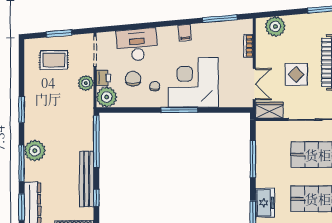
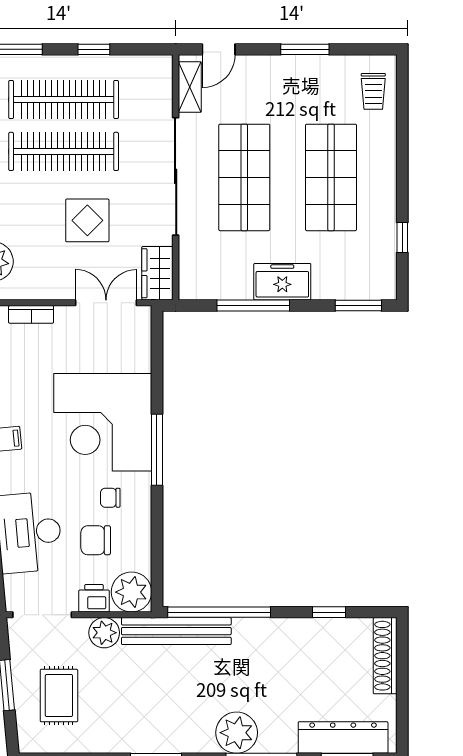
bench: (87, 179) -> (176, 631), moved
freezer: (265, 203) -> (282, 282), moved

